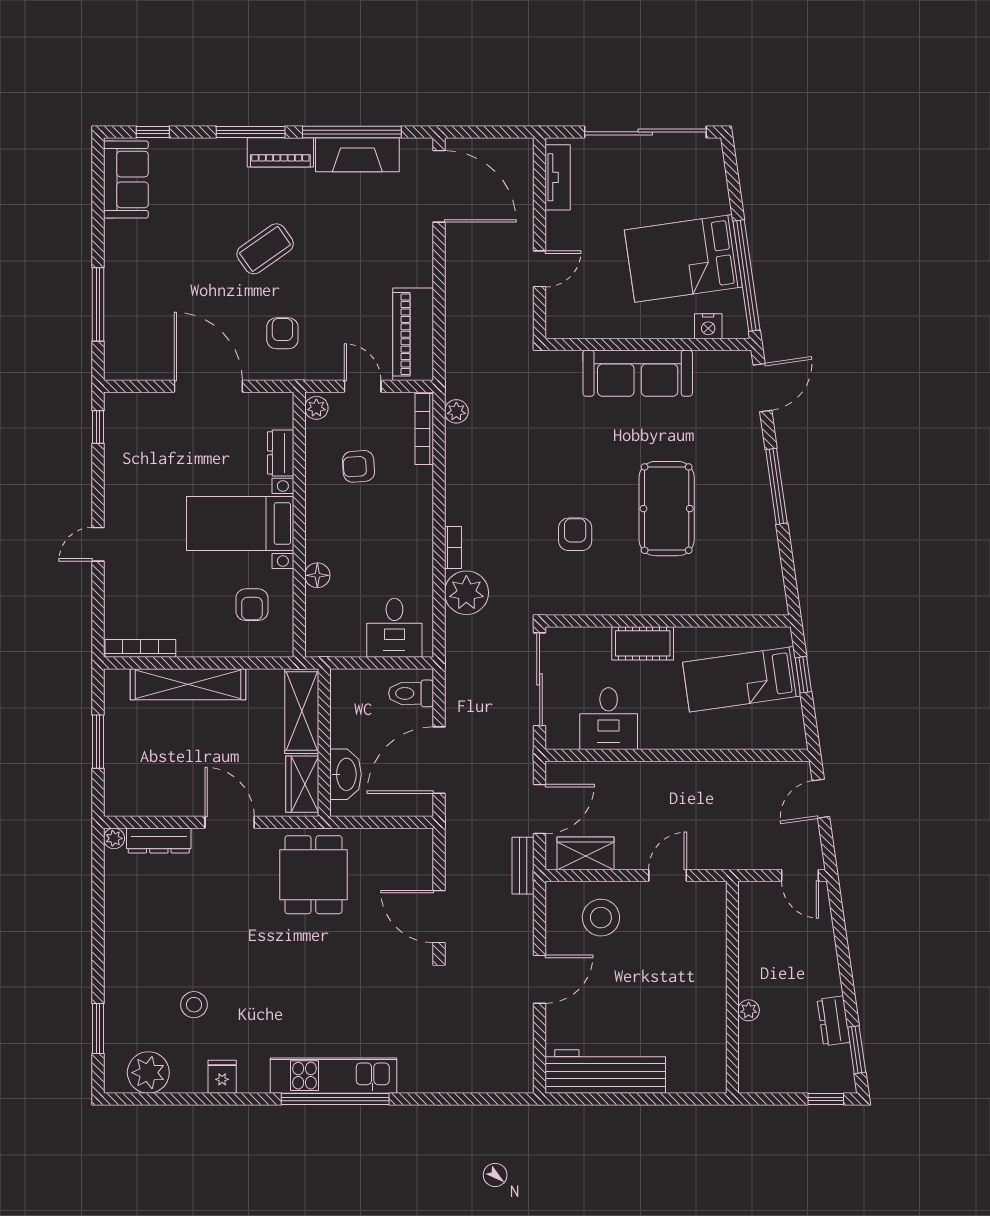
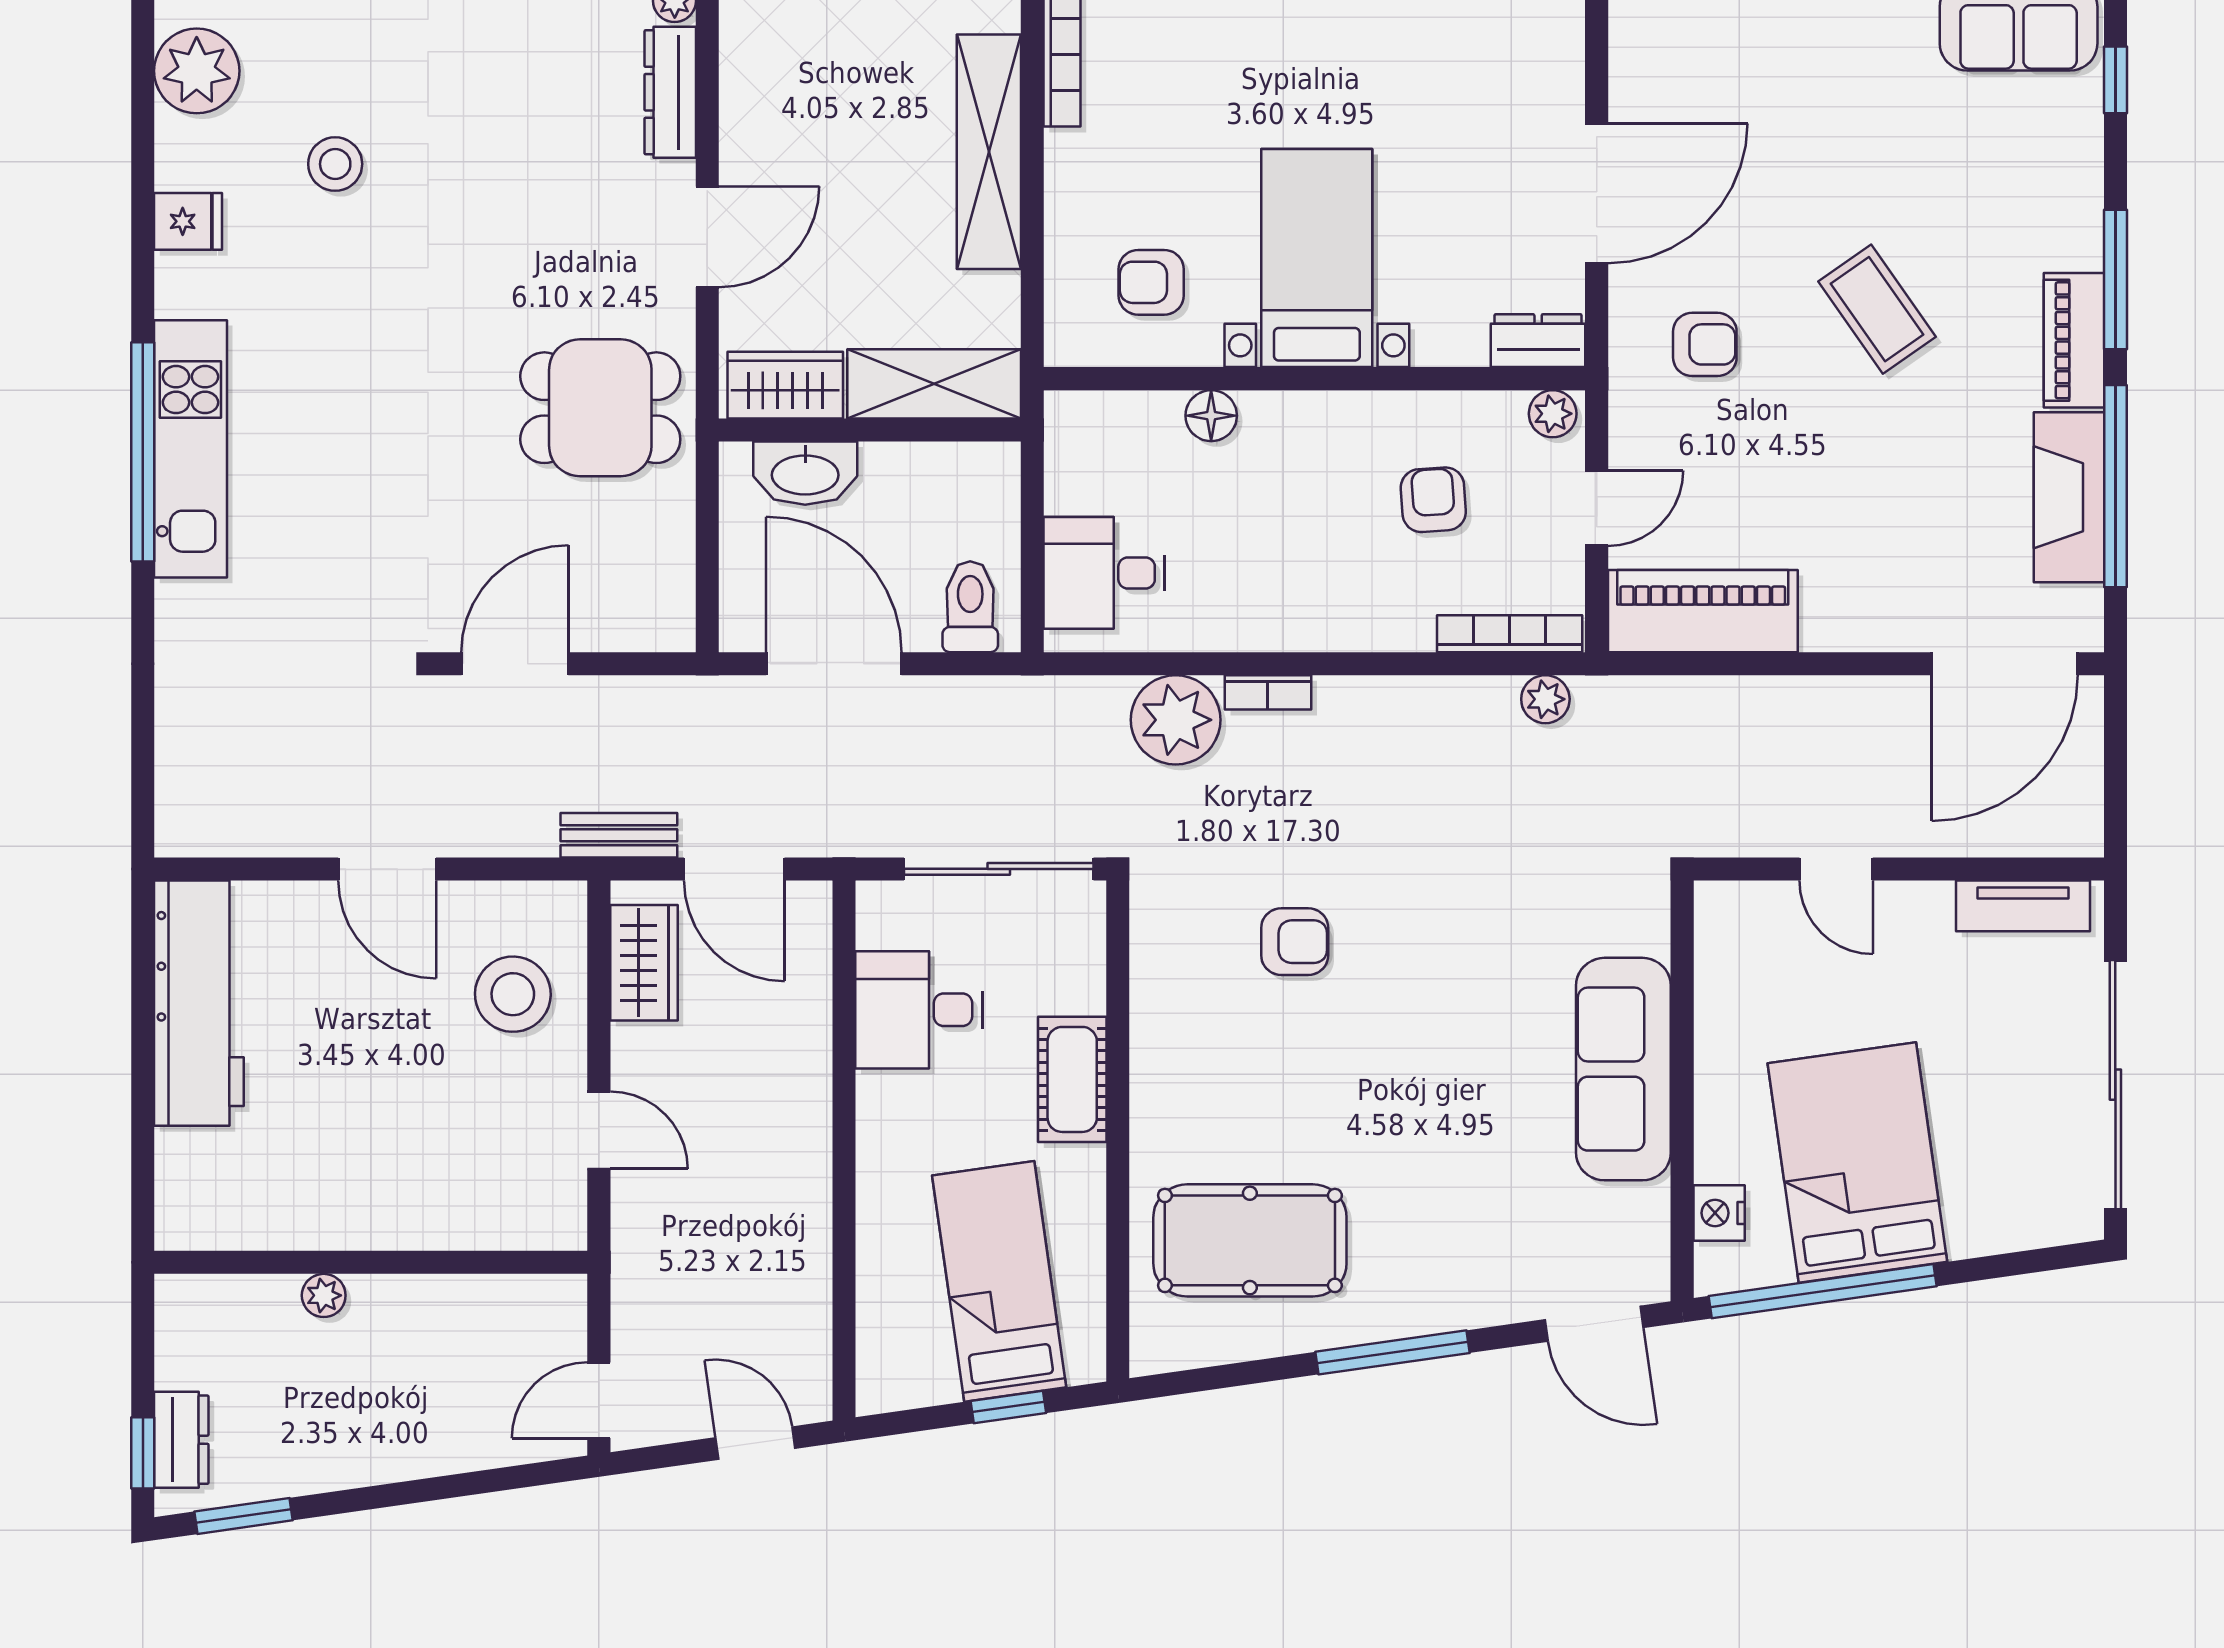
dresser: (281, 453) -> (1538, 341), moved
pool table: (667, 509) -> (1250, 1240), moved
dresser: (834, 1021) -> (181, 1440), moved, turned 98

